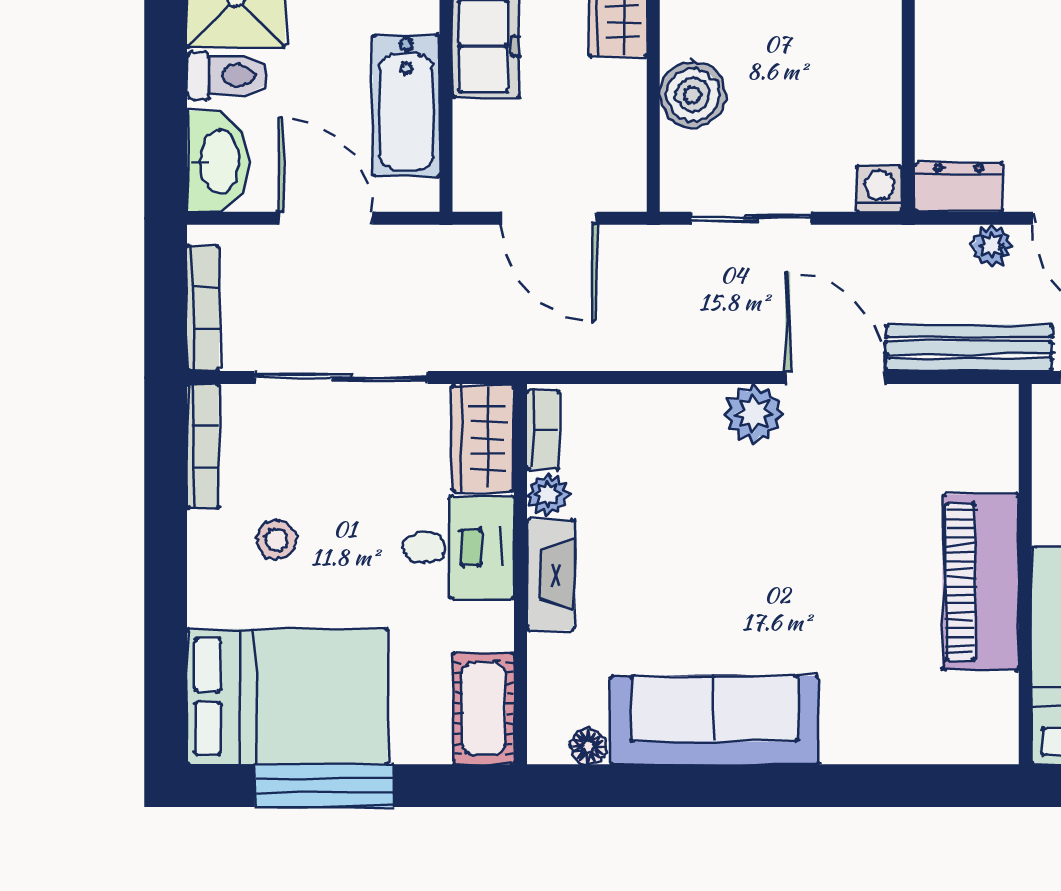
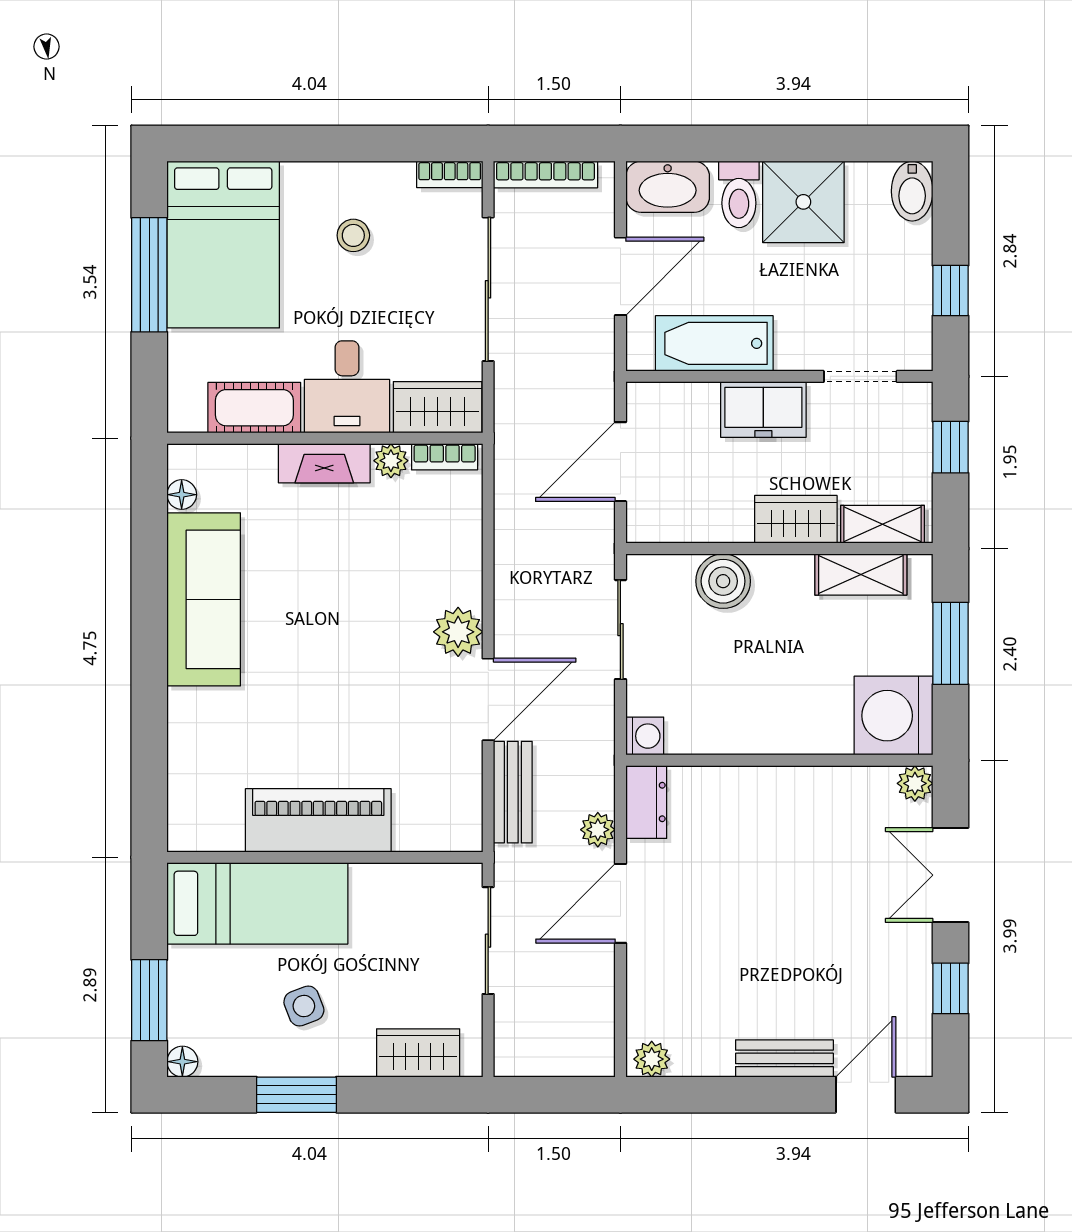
bench: (969, 348) -> (513, 792), width x0.73
bookcase: (203, 446) -> (450, 174), width x0.64
cot: (484, 709) -> (254, 408), moved

